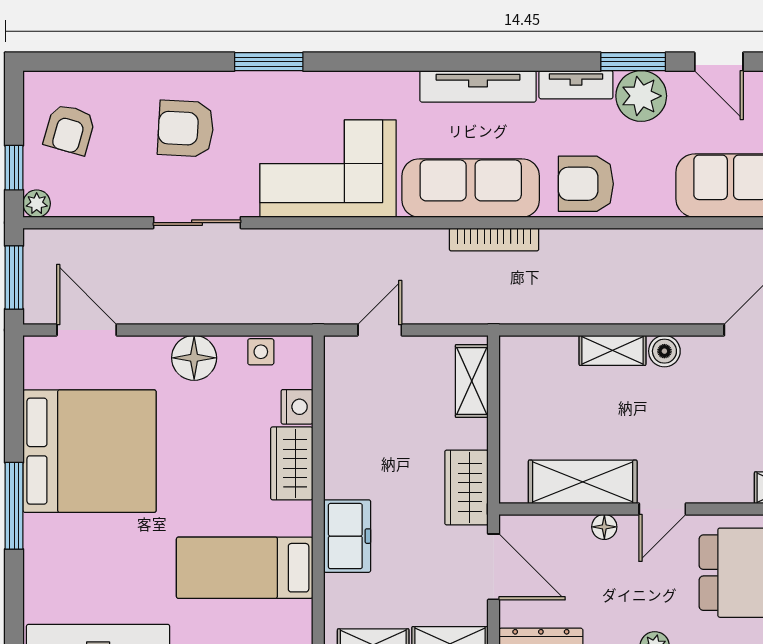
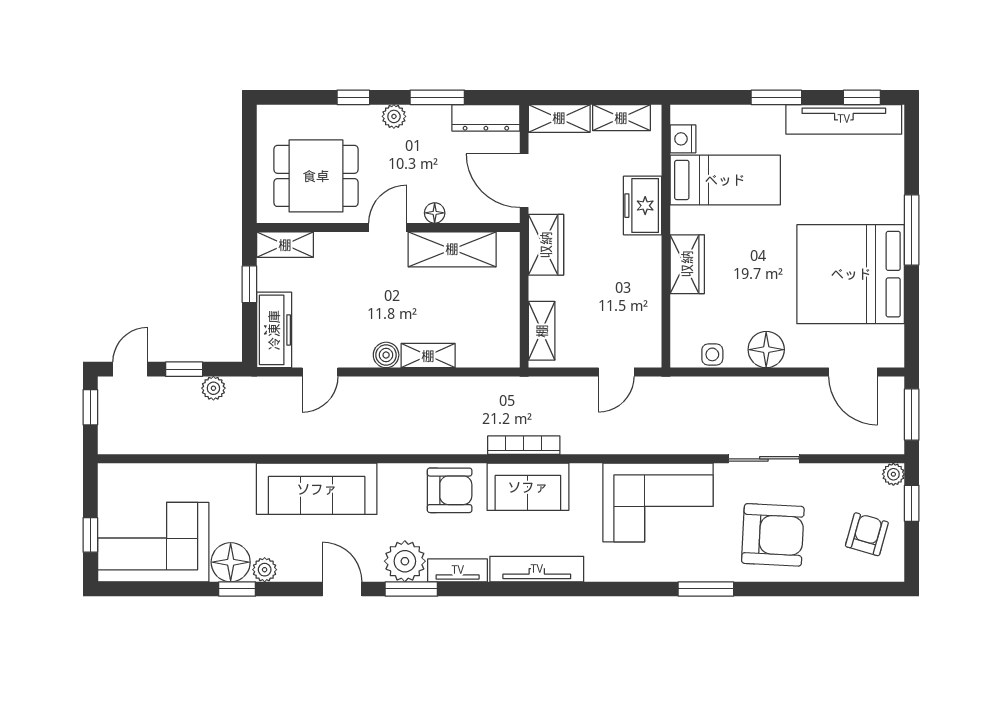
armchair: (186, 129) -> (773, 535), width x1.36, depth x1.36
sofa: (471, 188) -> (528, 487), width x0.73
nightstand: (297, 407) -> (683, 139), moved

